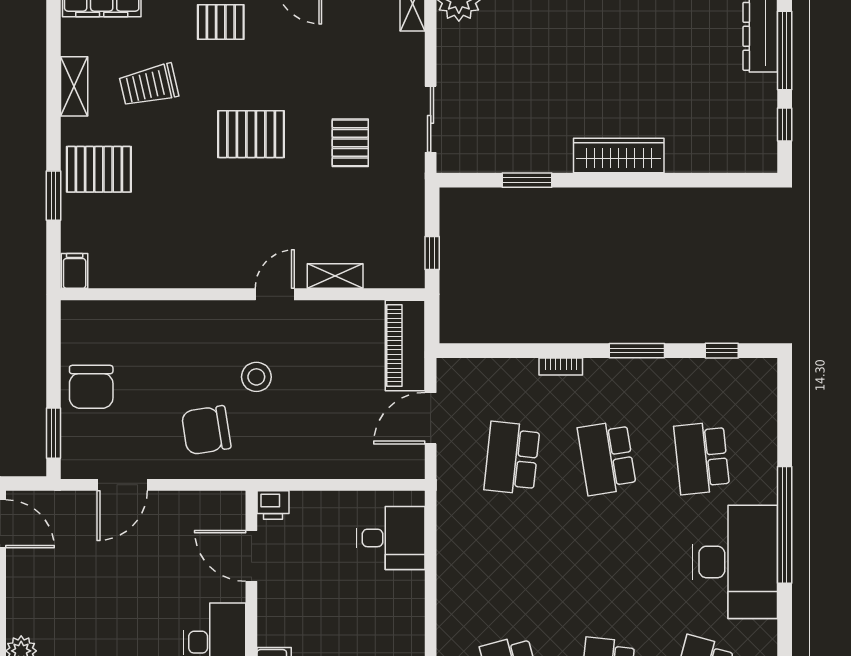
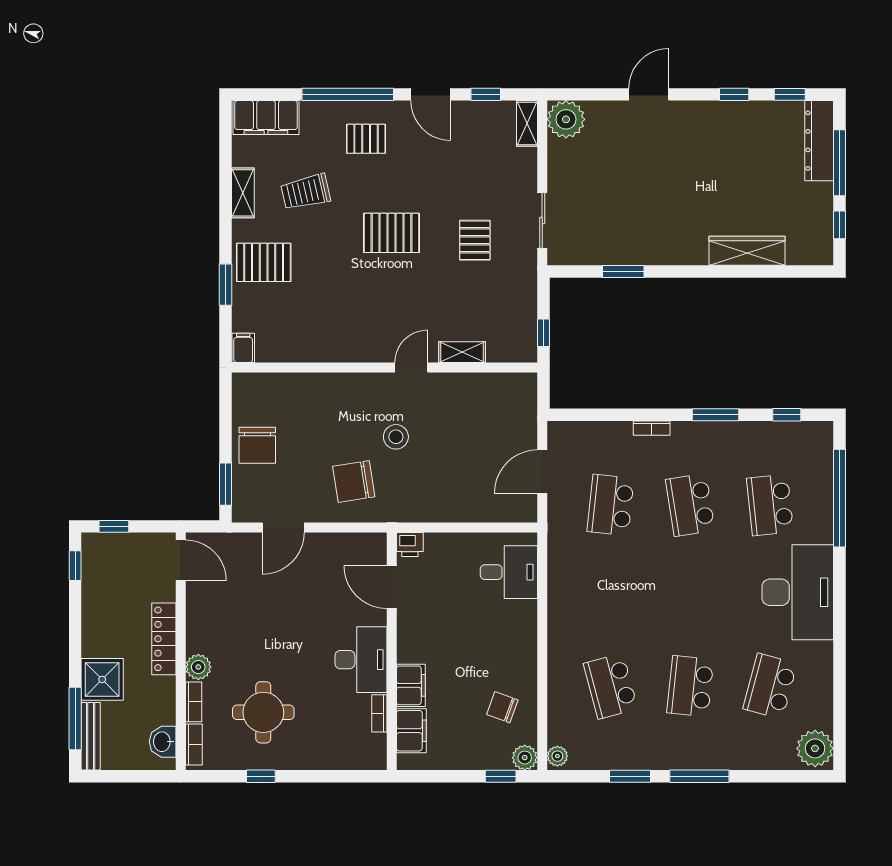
wardrobe: (619, 155) -> (747, 251), moved
piano: (405, 345) -> (521, 410), removed
window: (785, 525) -> (840, 498), moved

